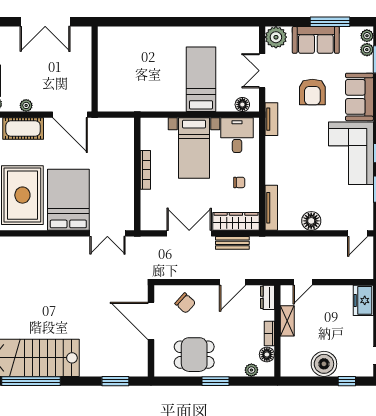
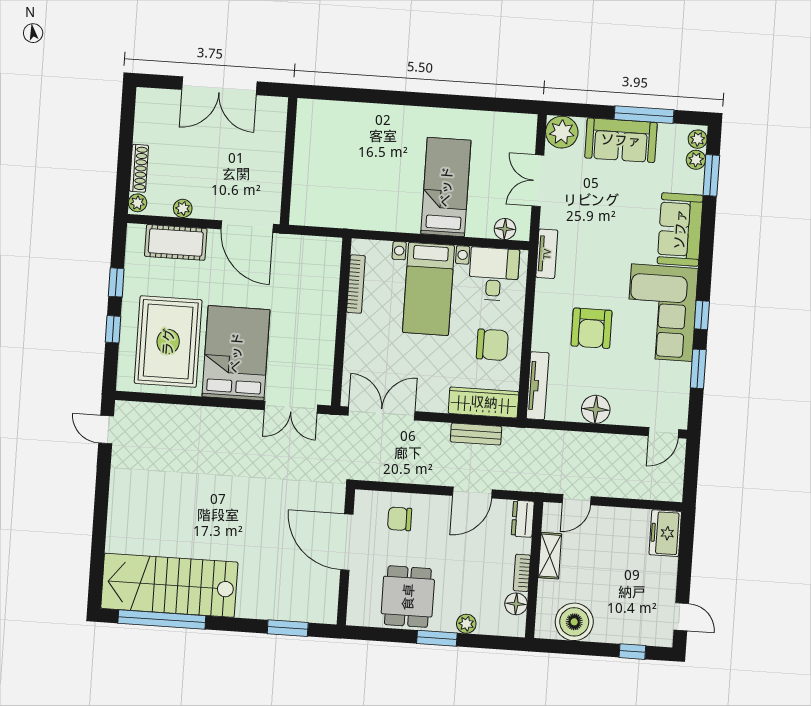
armchair: (312, 92) -> (591, 328), moved
bookcase: (145, 170) -> (356, 284), moved
chair: (239, 182) -> (492, 345), width x1.87, depth x1.87
double door: (189, 233) -> (382, 413), moved
chair: (185, 303) -> (400, 519), turned 138
dining table: (194, 355) -> (408, 597), turned 90
boiler: (324, 364) -> (574, 622), moved
plant: (251, 370) -> (466, 624), moved

